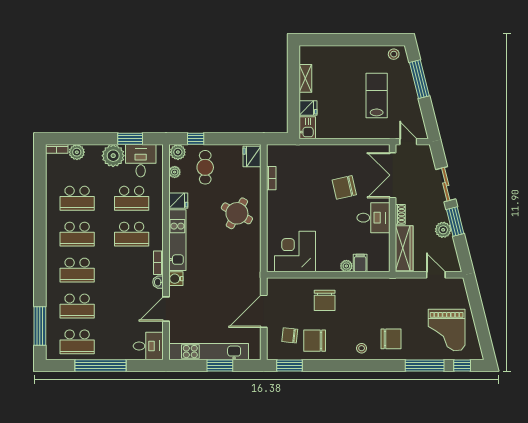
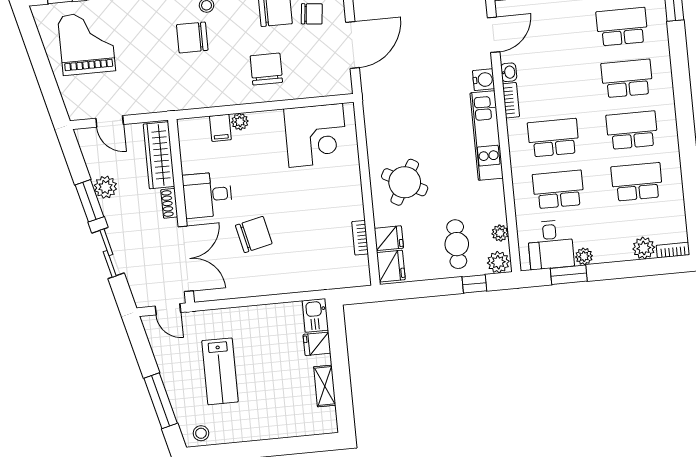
plant: (113, 156) -> (584, 256), width x0.53, depth x0.53
fridge: (178, 201) -> (389, 238), moved, turned 180
chair: (391, 339) -> (192, 37), moved

